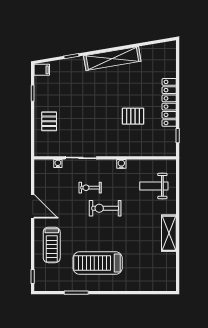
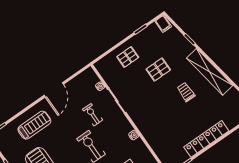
trolley: (116, 92) -> (186, 92), added
pallet: (133, 116) -> (158, 70), moved, turned 90
exercise bike: (90, 188) -> (93, 115), moved
treadmill: (52, 245) -> (34, 125), turned 180

